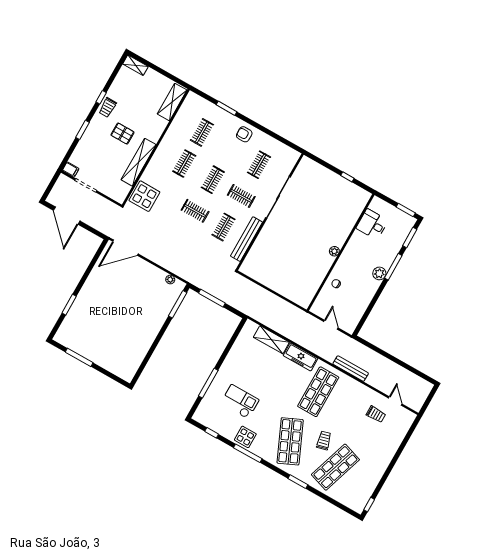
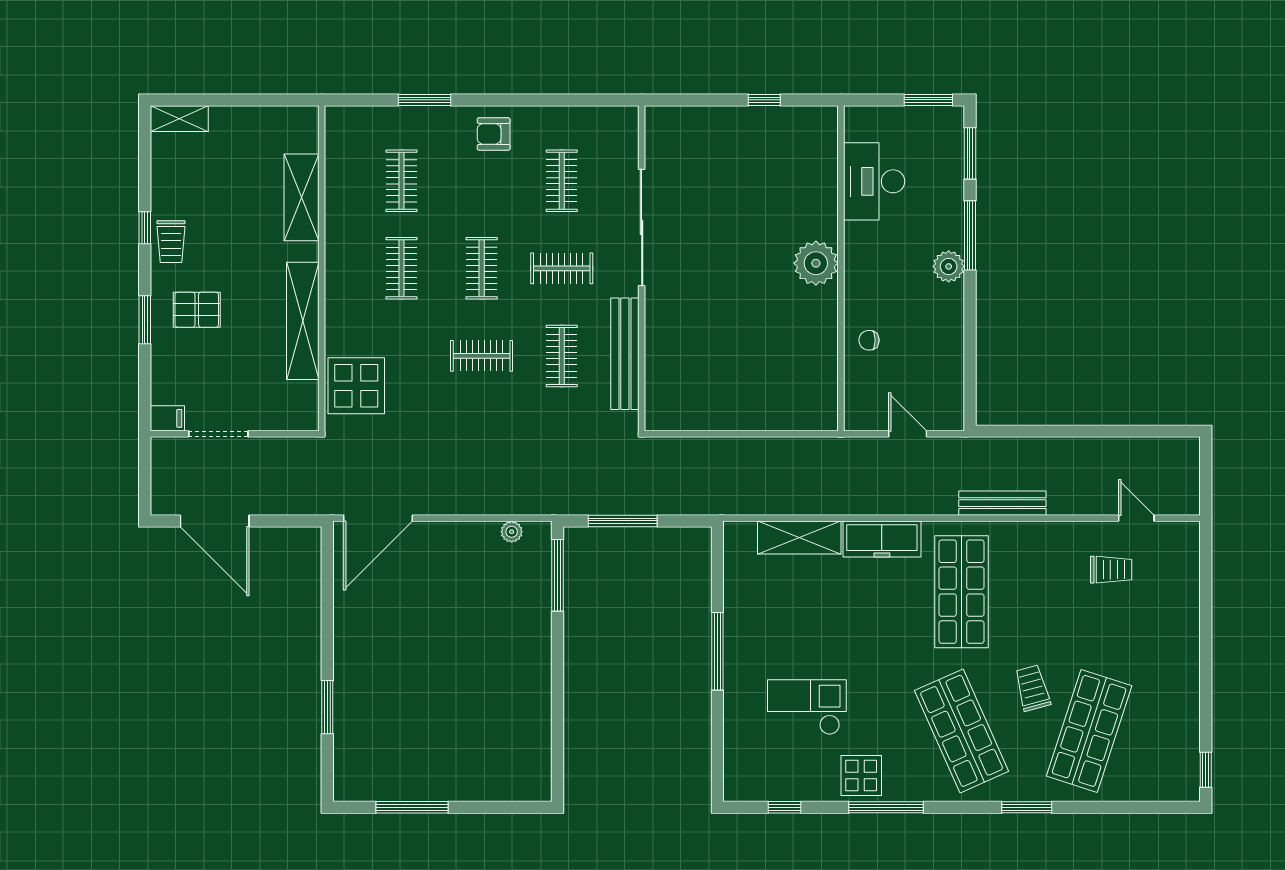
shelving: (172, 102) -> (301, 197), moved
pallet: (123, 134) -> (197, 310), moved
desk: (372, 224) -> (874, 181), width x1.37
plant: (334, 251) -> (816, 263), width x1.87, depth x1.87
window: (208, 383) -> (717, 651), moved

